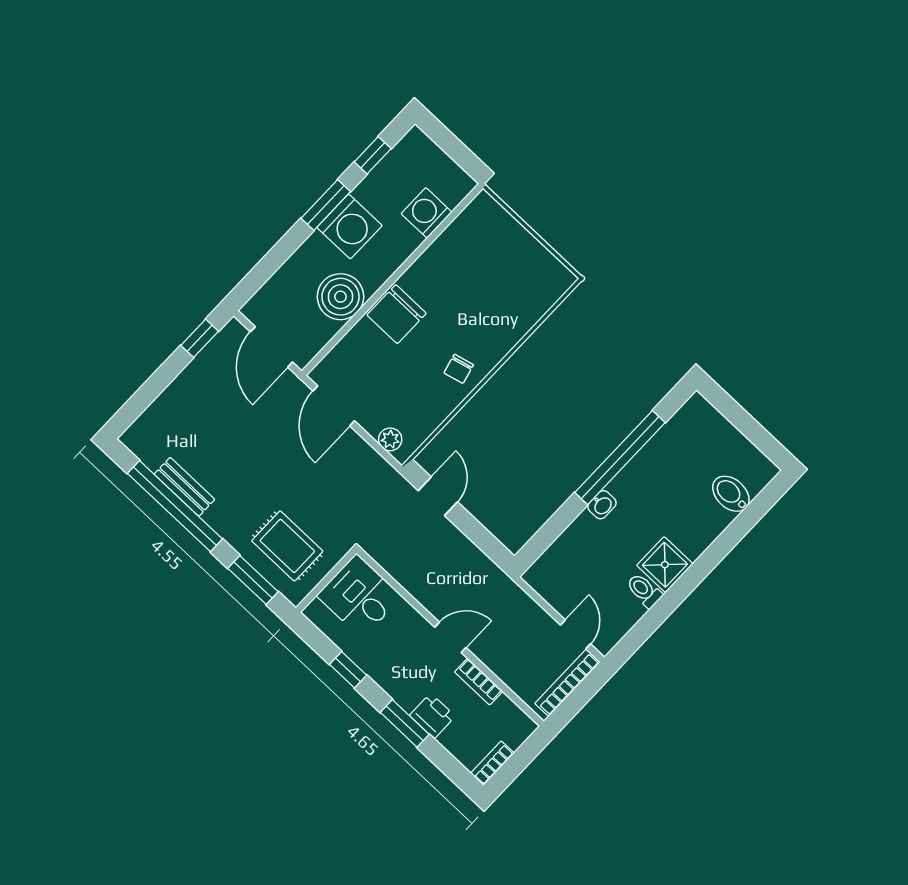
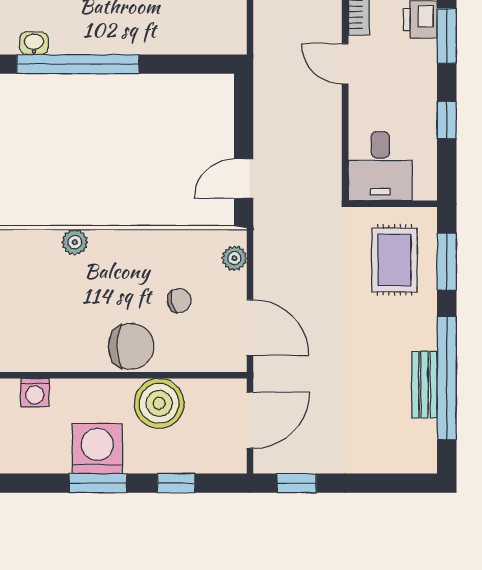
window: (373, 155) -> (176, 483), moved
washing machine: (427, 213) -> (35, 393), width x0.73, depth x0.73
plant: (502, 342) -> (75, 242), added
chair: (459, 369) -> (179, 301), moved
door: (334, 406) -> (250, 328), hinge flipped
washbasin: (602, 505) -> (34, 43), moved

